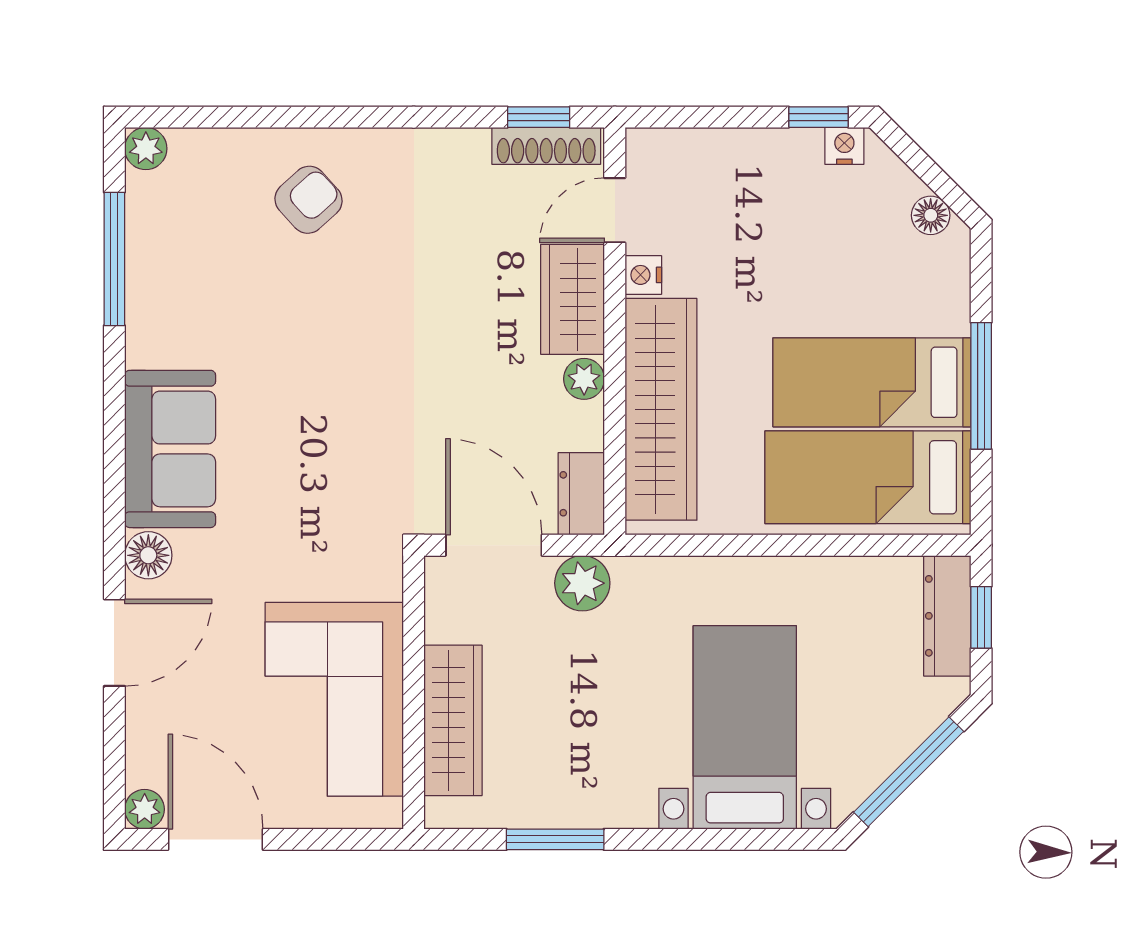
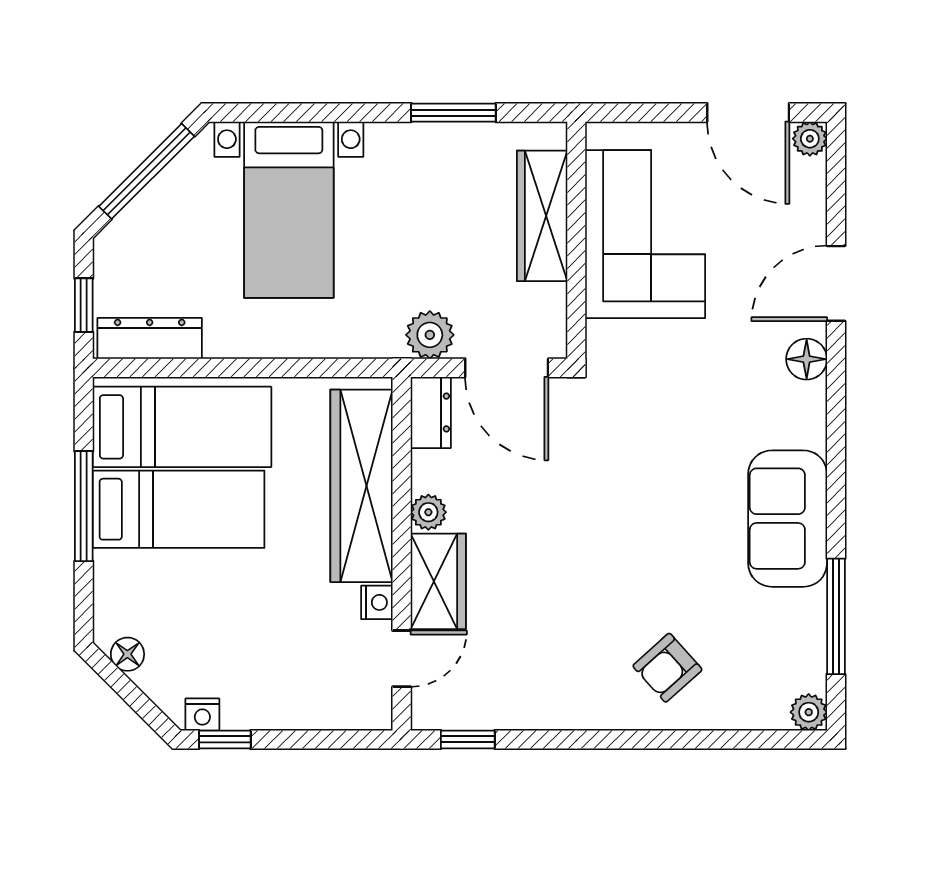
shoe rack: (546, 146) -> (461, 714), removed
sofa: (170, 449) -> (788, 519), moved
dresser: (947, 616) -> (150, 338), moved, turned -90

